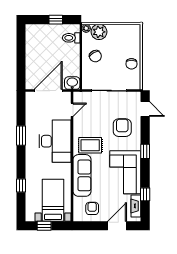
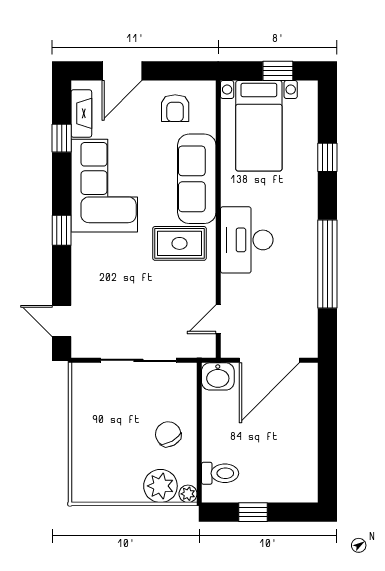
chair: (131, 64) -> (91, 418), removed
armchair: (122, 128) -> (111, 281), removed
window: (21, 136) -> (327, 264), width x2.11
desk: (55, 141) -> (247, 240), width x0.73, depth x0.77

